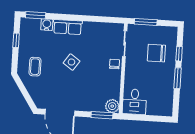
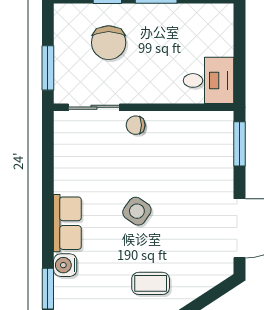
plant: (112, 106) -> (220, 124), removed

